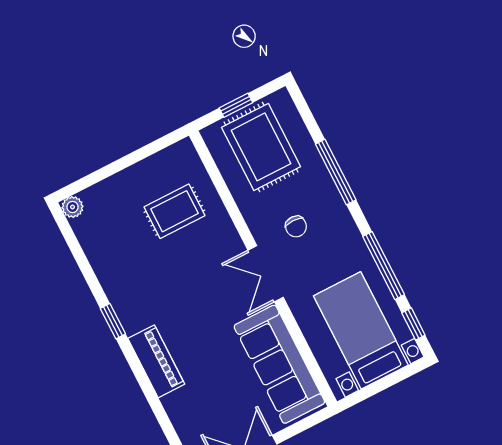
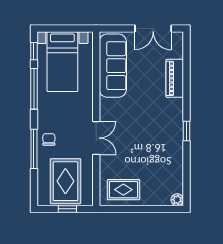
rug: (174, 211) -> (123, 190), moved
chair: (296, 226) -> (49, 139), moved
double door: (266, 274) -> (96, 138), moved
piano: (156, 361) -> (175, 78), moved

